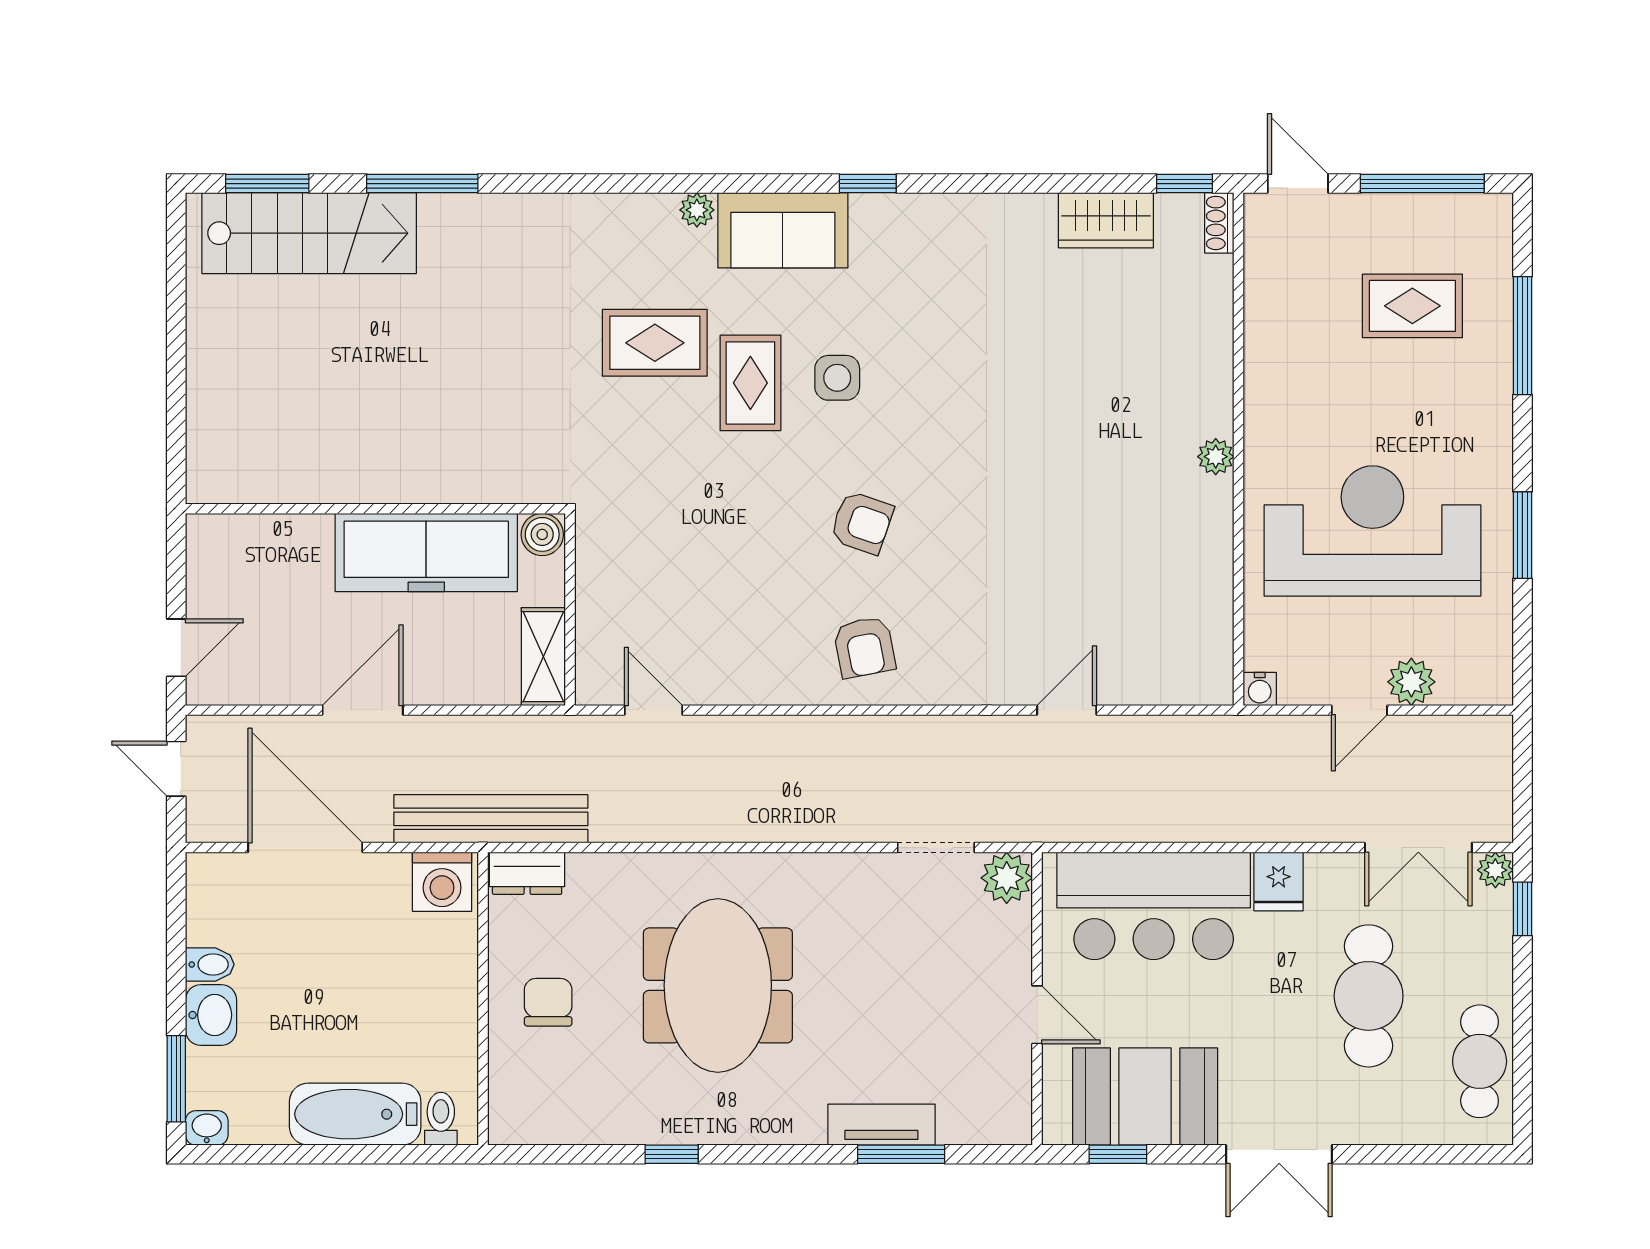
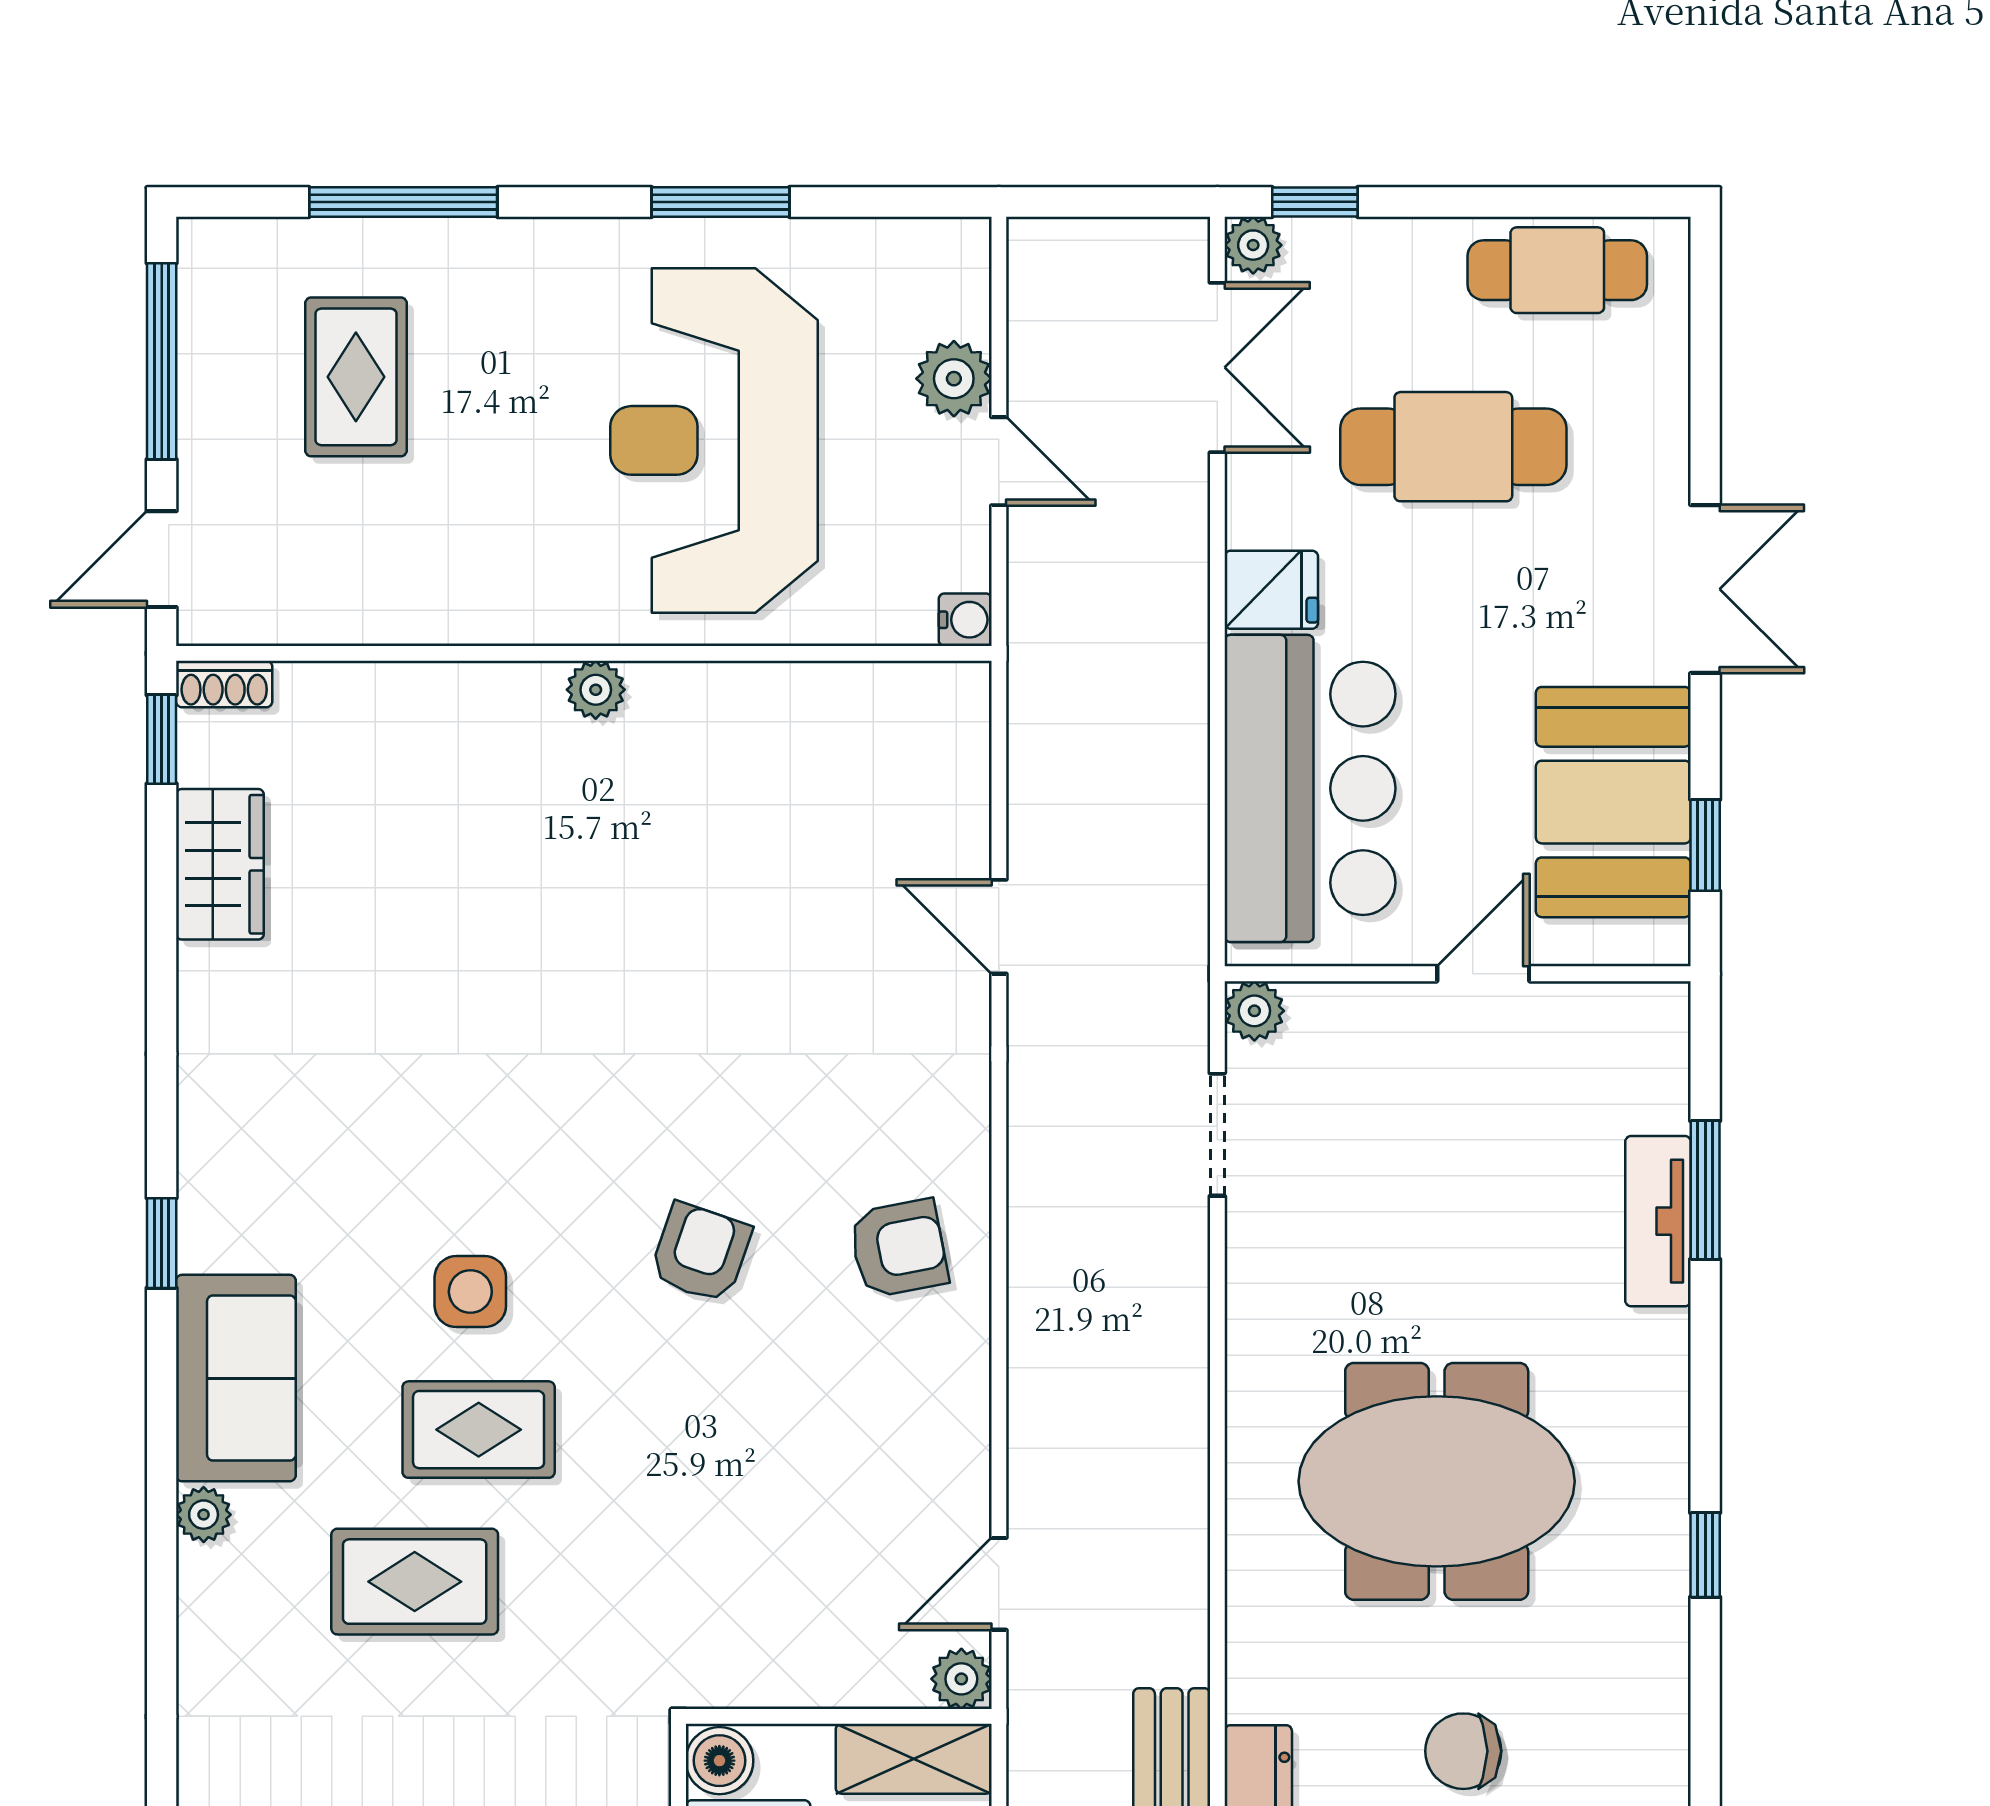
rug: (655, 343) -> (415, 1582), turned 90
plant: (594, 687) -> (961, 1679), added
plant: (1007, 878) -> (1254, 1011), width x0.73, depth x0.73

